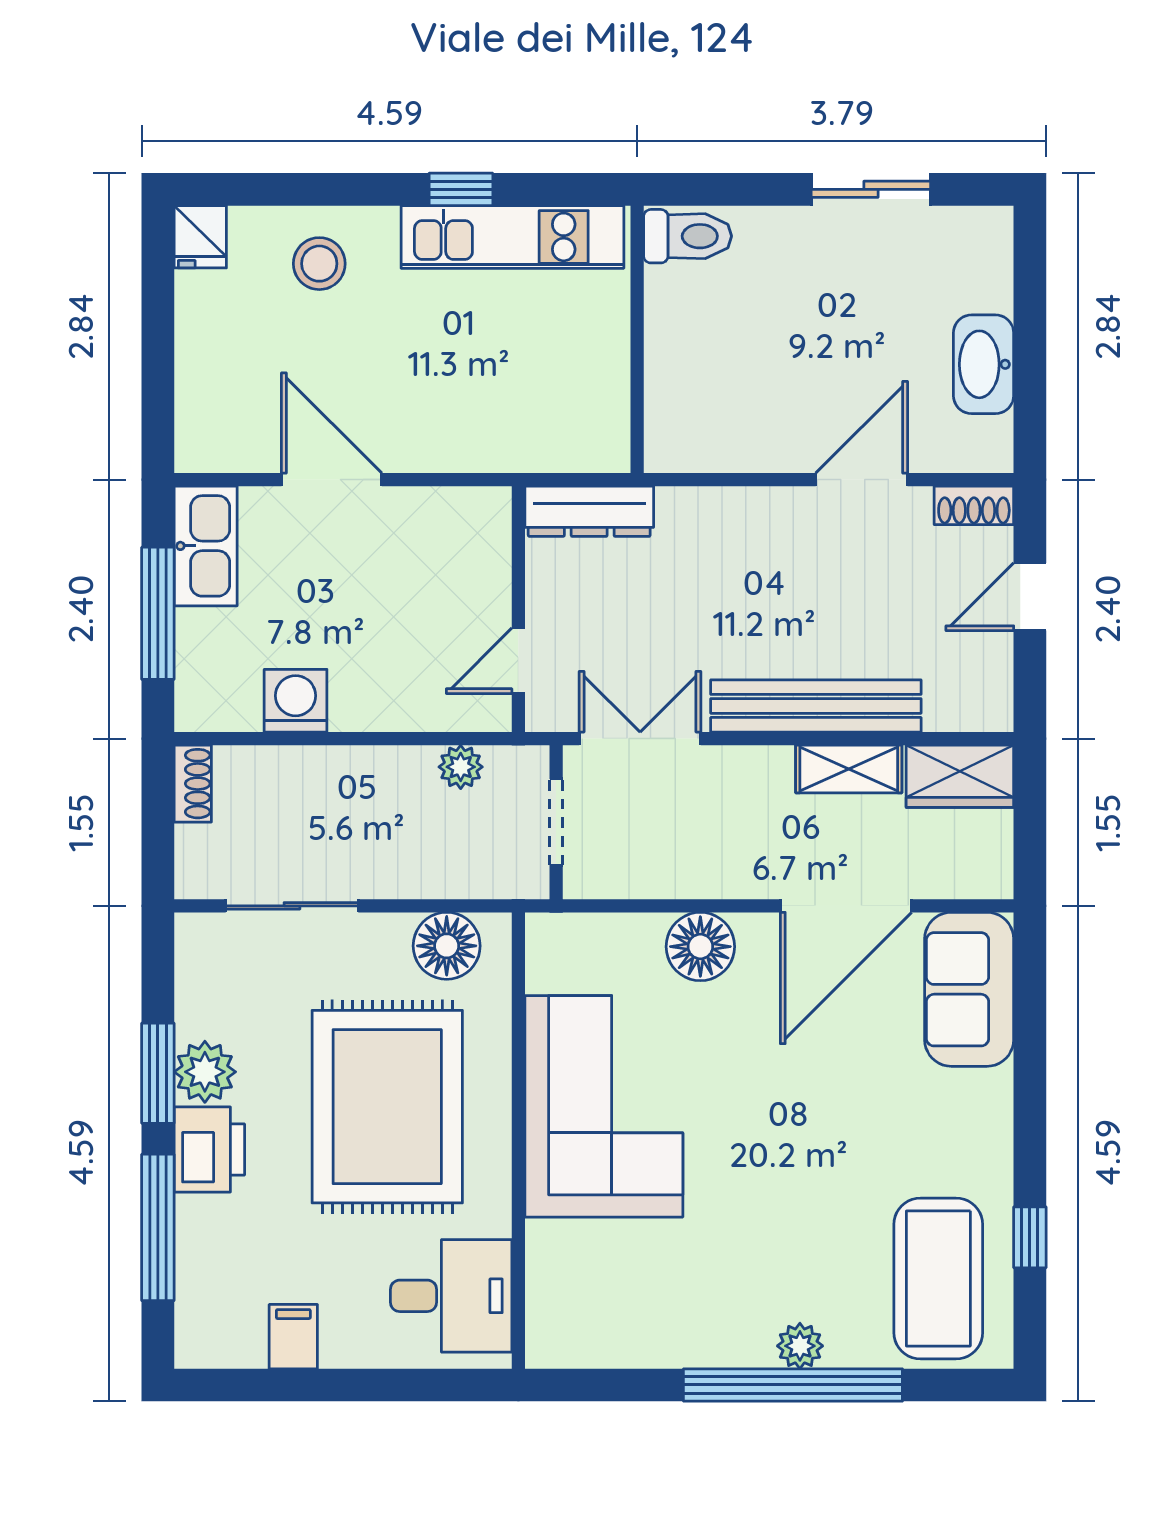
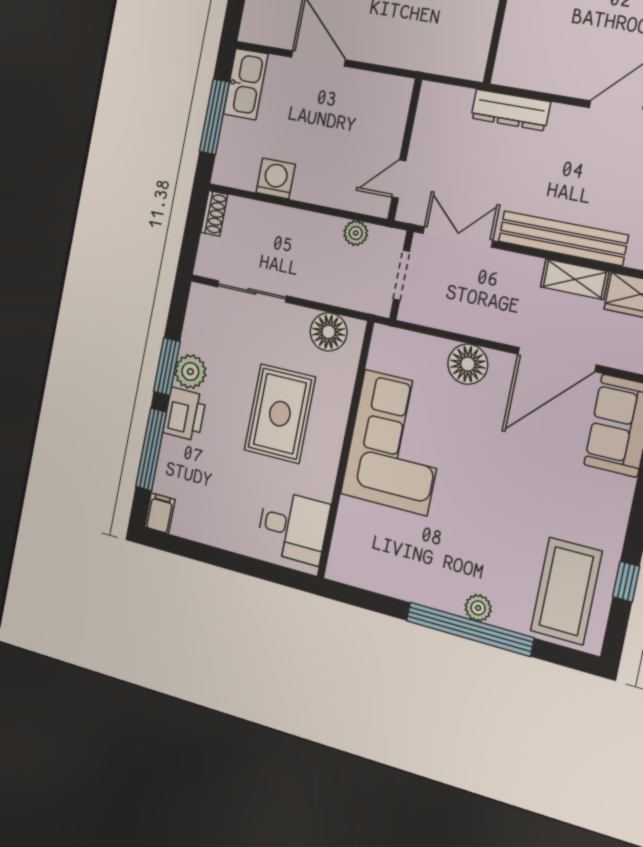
dresser: (589, 511) -> (511, 110), moved
rug: (387, 1107) -> (280, 414), width x0.73, depth x0.69
filing cabinet: (293, 1337) -> (160, 513), moved

